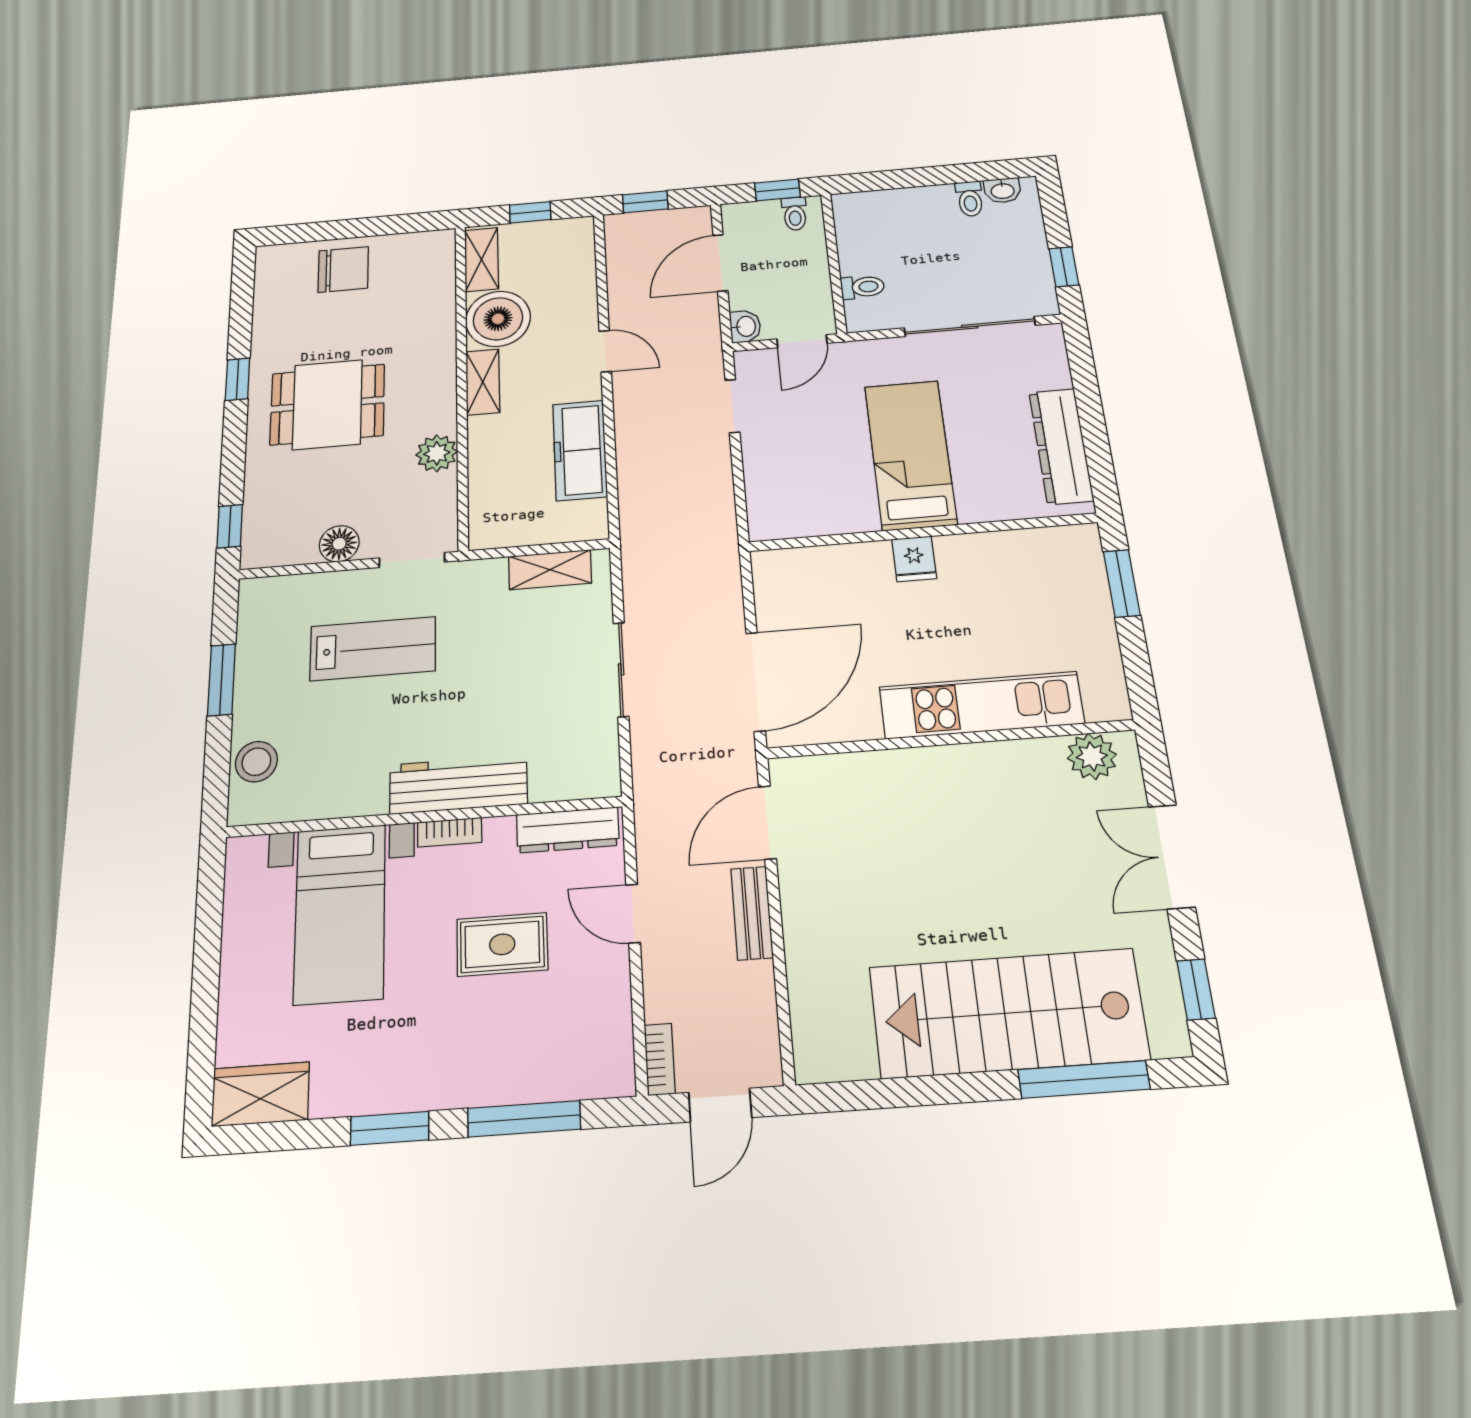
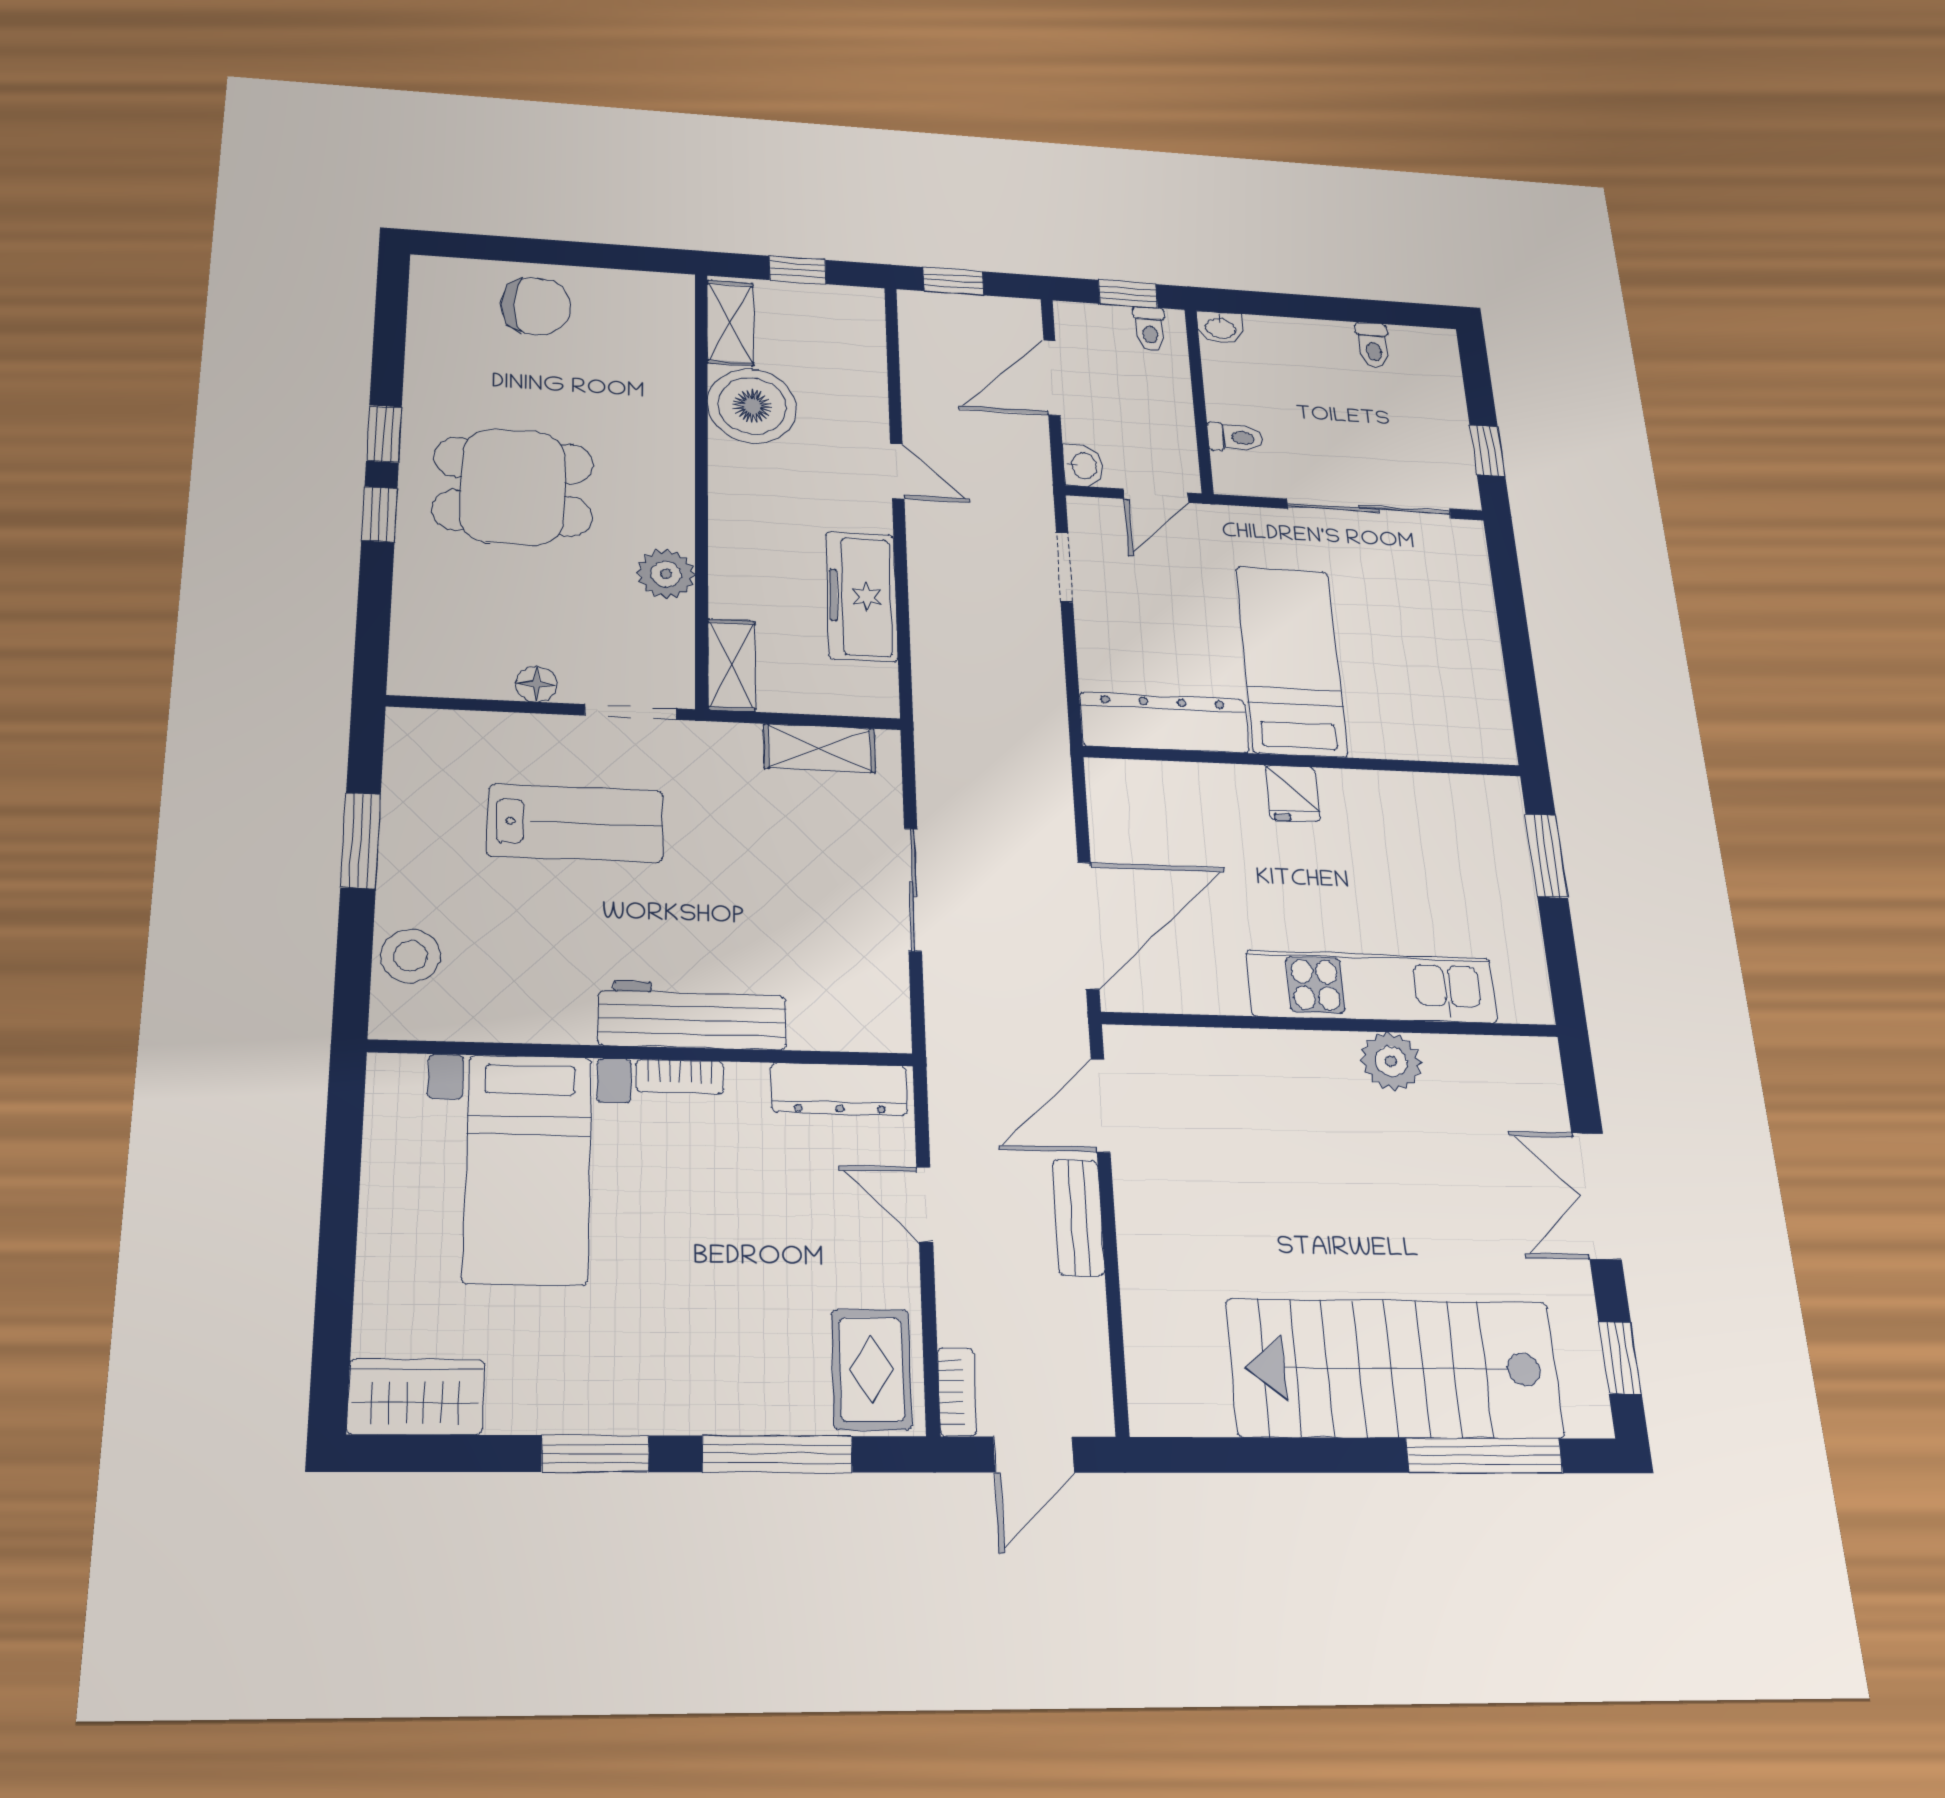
washbasin: (1002, 190) -> (1220, 328), moved
shelving: (483, 382) -> (732, 665), moved
dresser: (1061, 446) -> (1164, 723), moved, turned 90
window: (230, 526) -> (379, 514), moved
floor lamp: (339, 544) -> (536, 684), width x0.73, depth x0.73
plant: (1092, 756) -> (1391, 1061), moved
rug: (502, 944) -> (871, 1369), moved, turned 90

